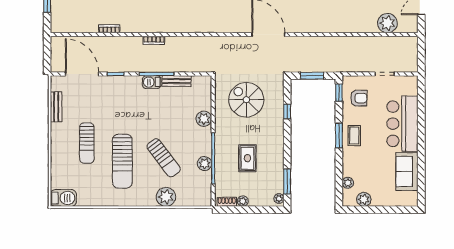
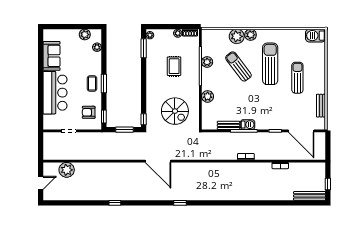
window: (287, 112) -> (144, 119), moved
plant: (148, 199) -> (251, 35), added

